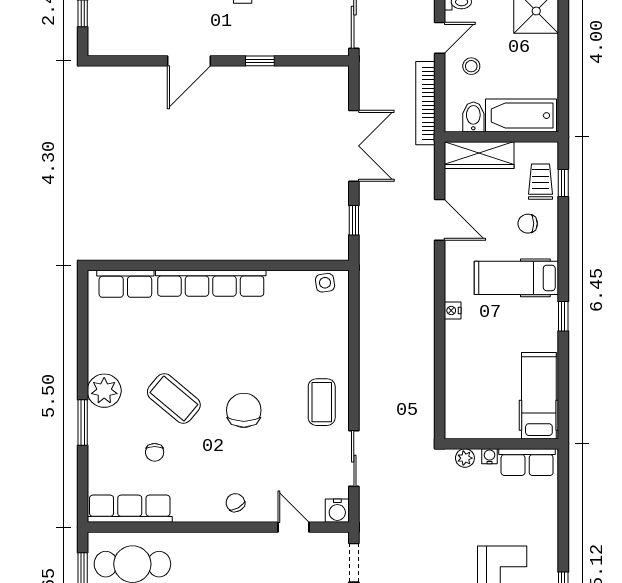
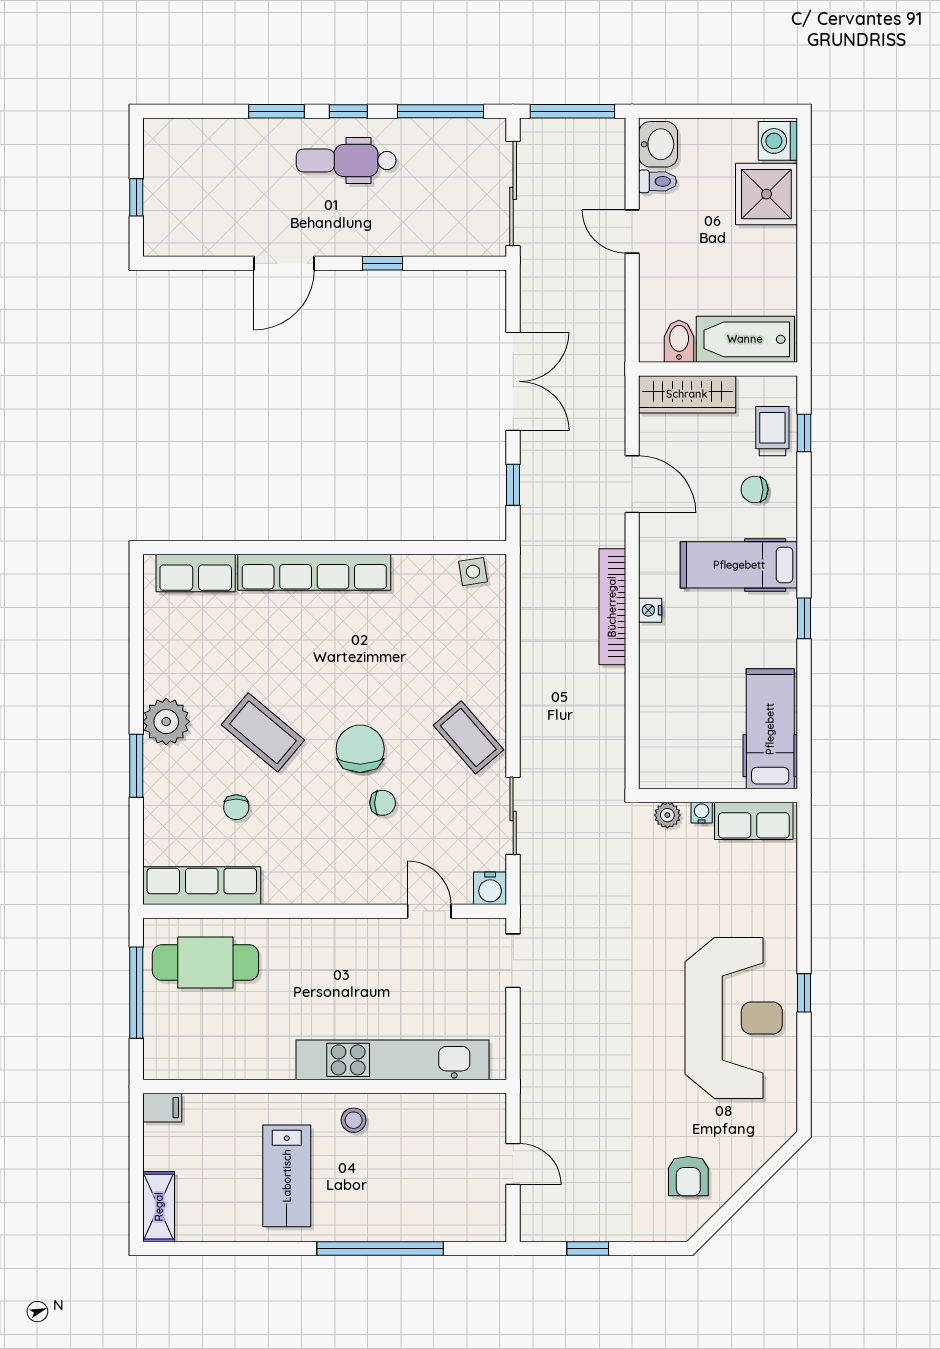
door: (440, 38) -> (632, 231), swing flipped
stool: (471, 66) -> (676, 271), removed
bookcase: (425, 103) -> (612, 607), moved
coffee table: (322, 402) -> (468, 737), turned -41
chair: (235, 503) -> (383, 803), moved, turned 119

